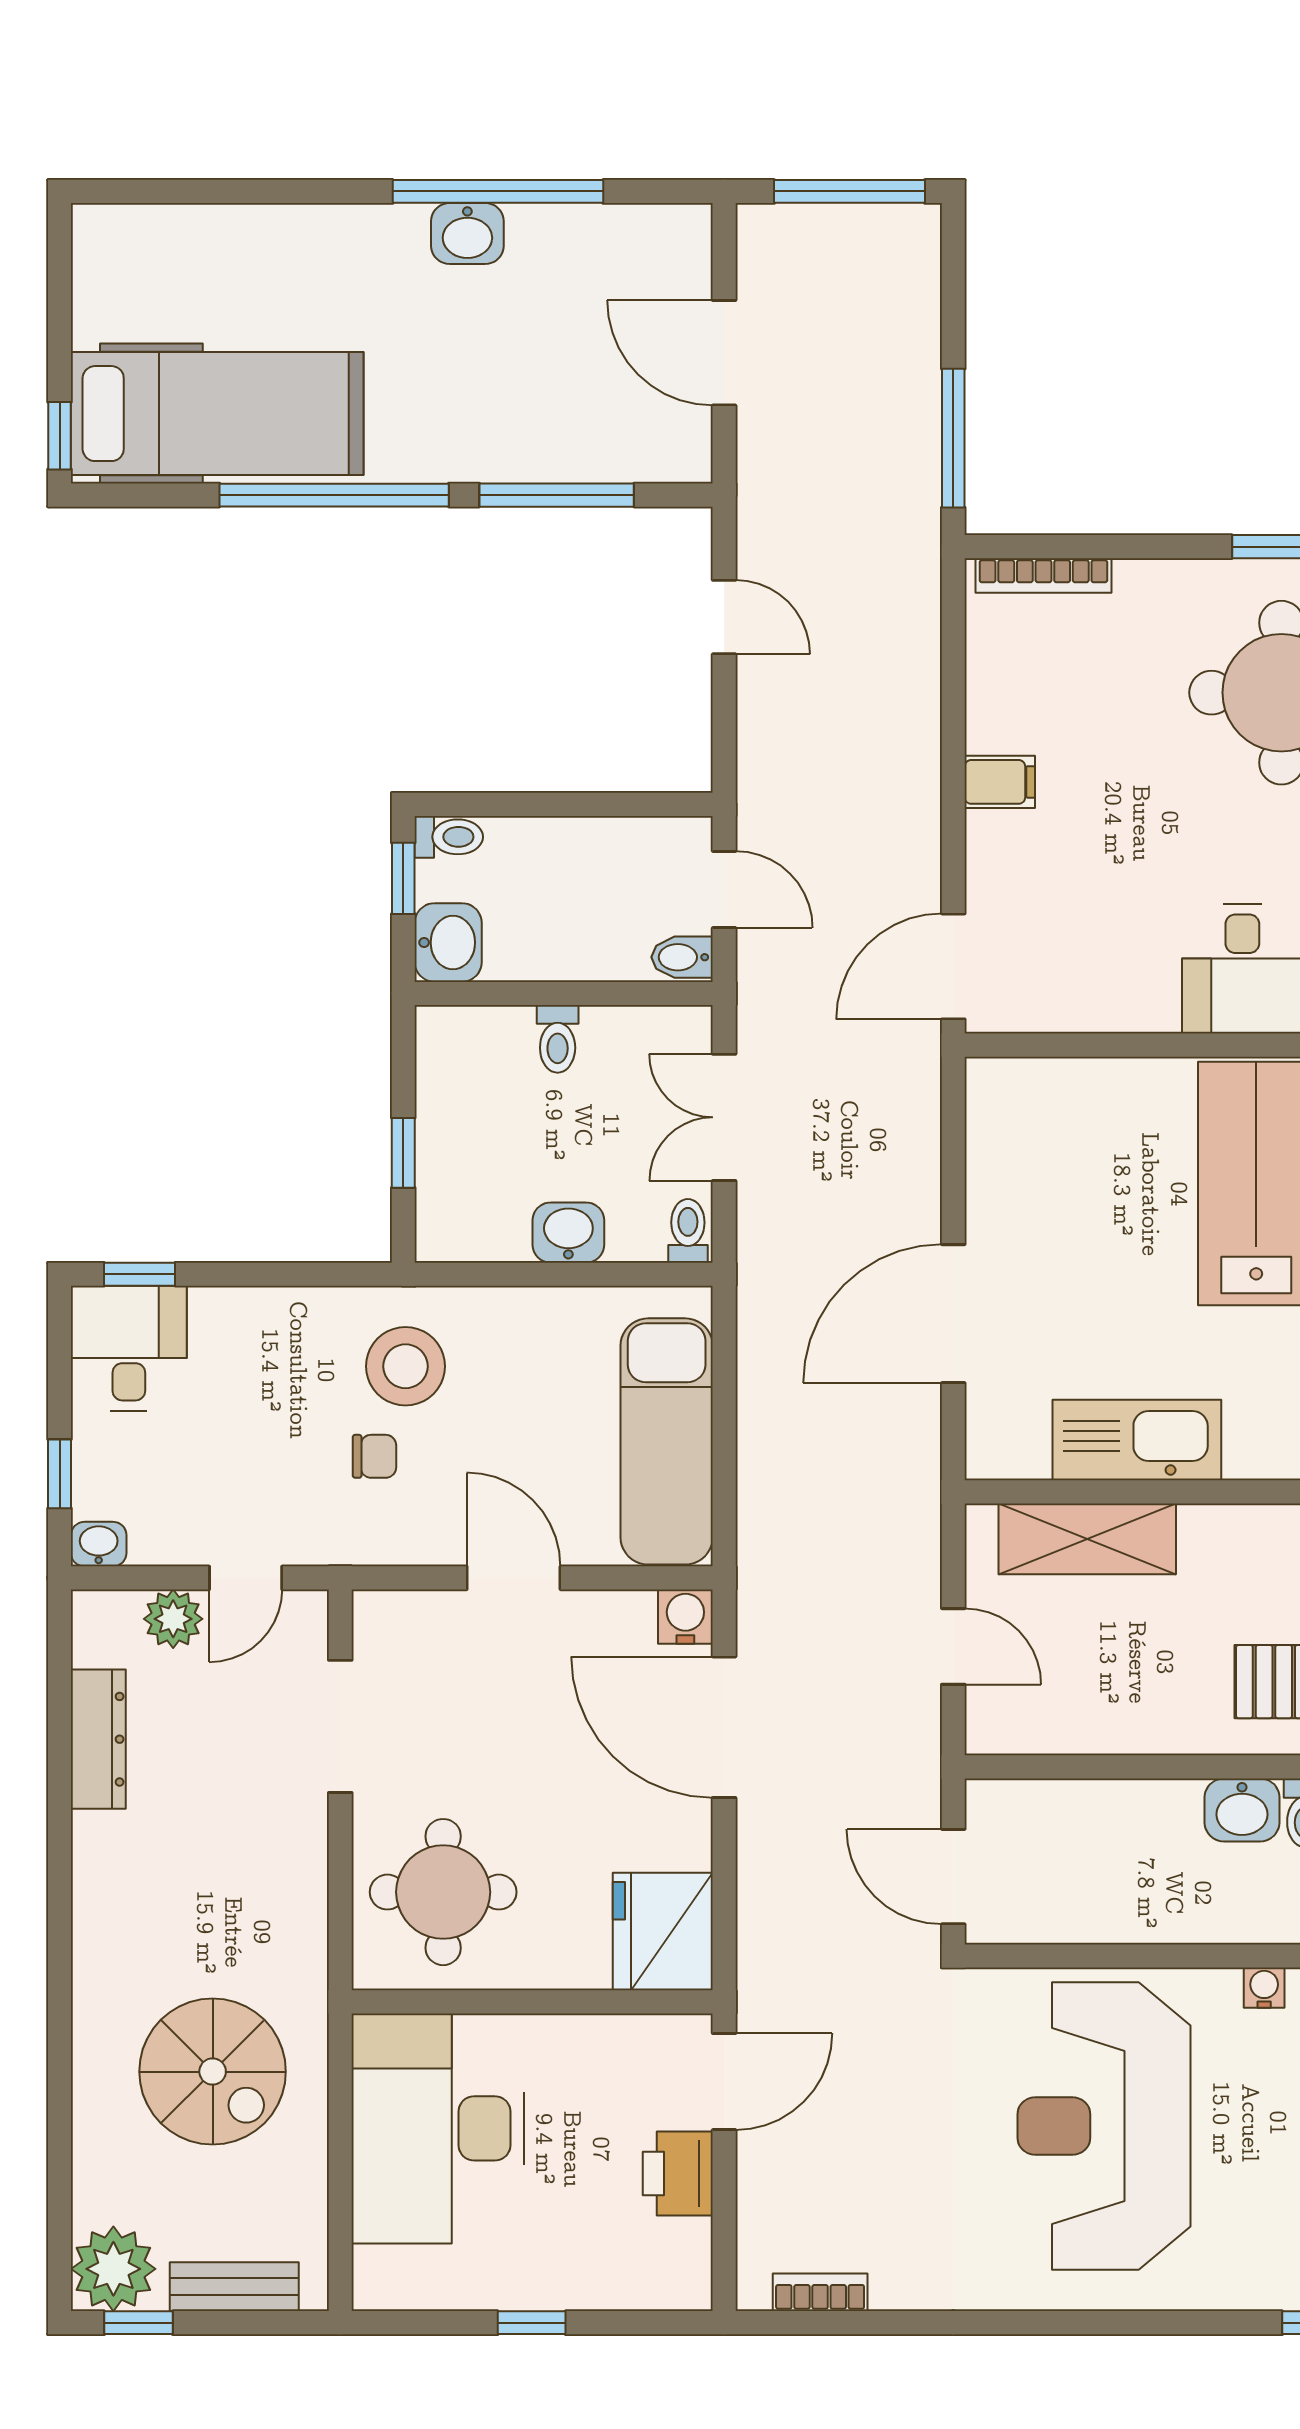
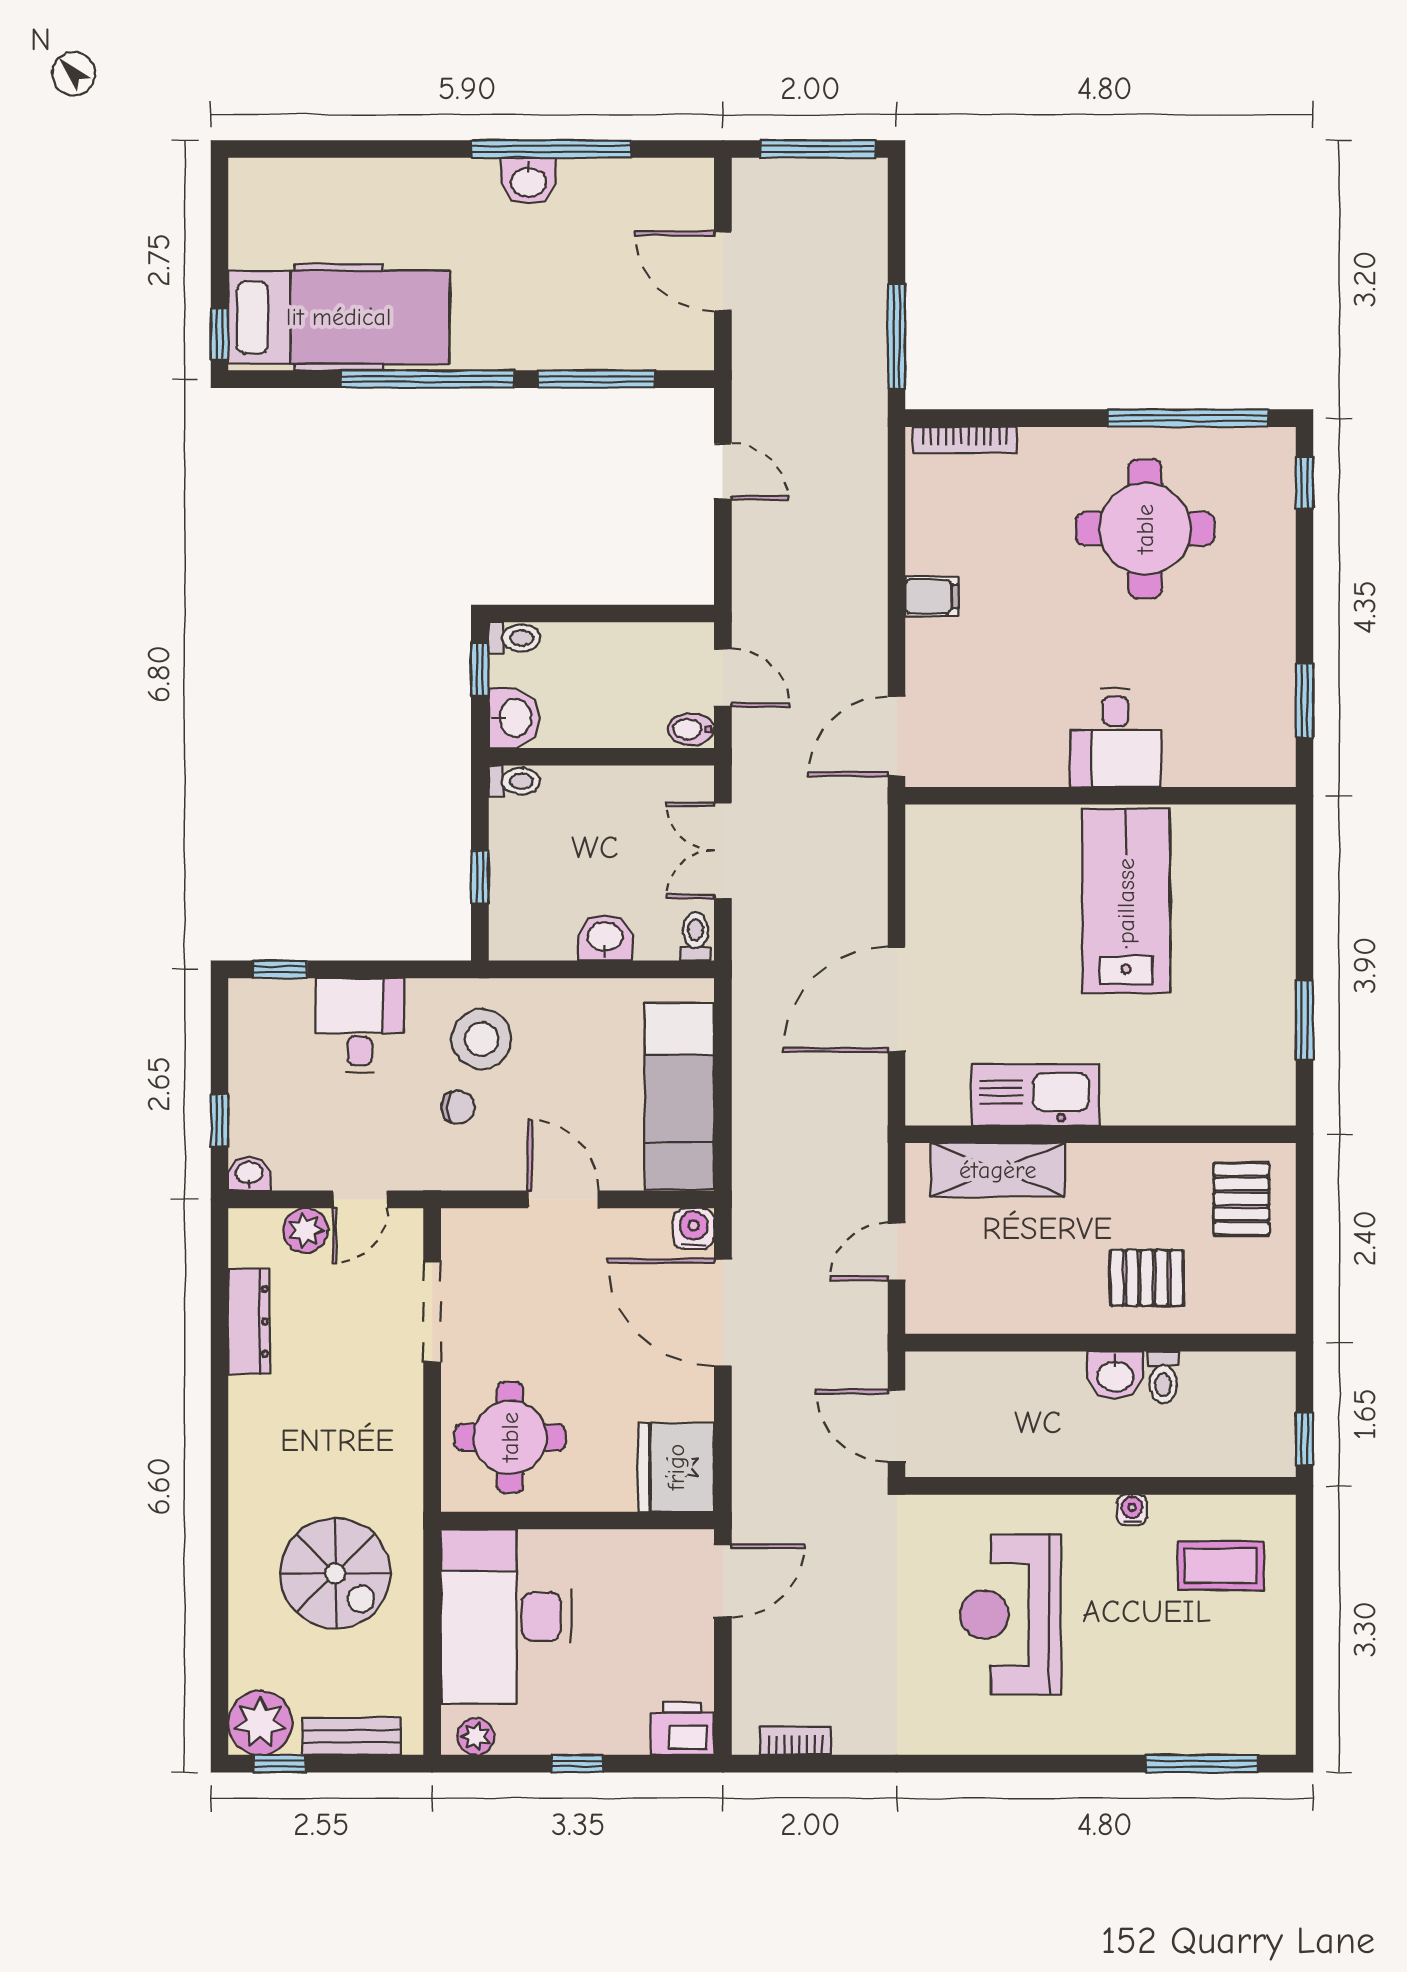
toilet: (558, 1039) -> (514, 781), moved, turned -90
desk: (129, 1348) -> (360, 1025), moved
door: (953, 1646) -> (897, 1251), swing flipped
reception desk: (1104, 2126) -> (1011, 1615), width x0.74, depth x0.77
printer: (678, 2174) -> (682, 1729), moved, turned 90
plant: (398, 2287) -> (476, 1737), added

